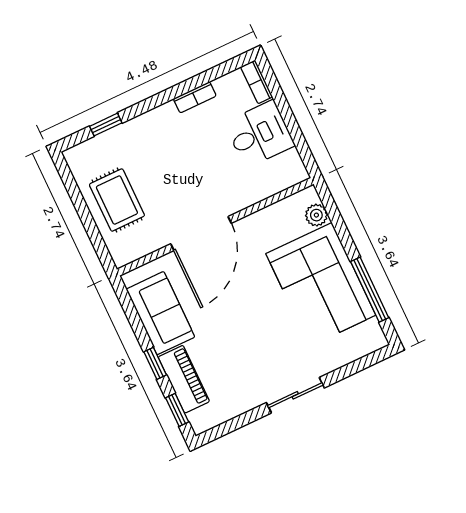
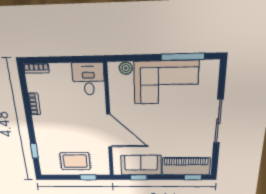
desk: (260, 134) -> (89, 79), moved
window: (94, 234) -> (88, 177), added
window: (155, 363) -> (139, 177), moved
piano: (184, 379) -> (186, 166), width x1.37, depth x1.33
sliding door: (295, 395) -> (218, 121), width x1.37

